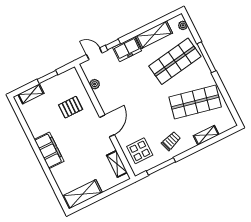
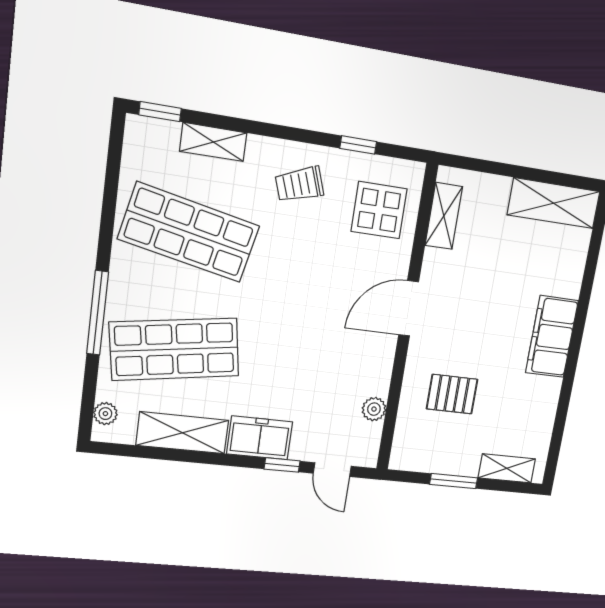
window: (228, 133) -> (160, 112), added
window: (161, 166) -> (358, 145), width x0.46

